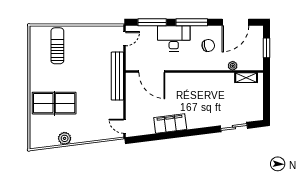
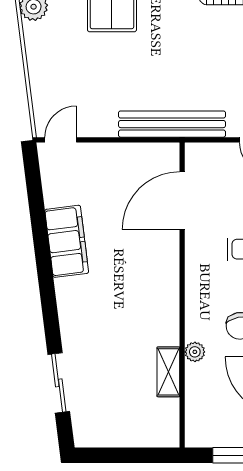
plant: (233, 66) -> (195, 352), moved
shelving: (246, 78) -> (168, 372), moved

